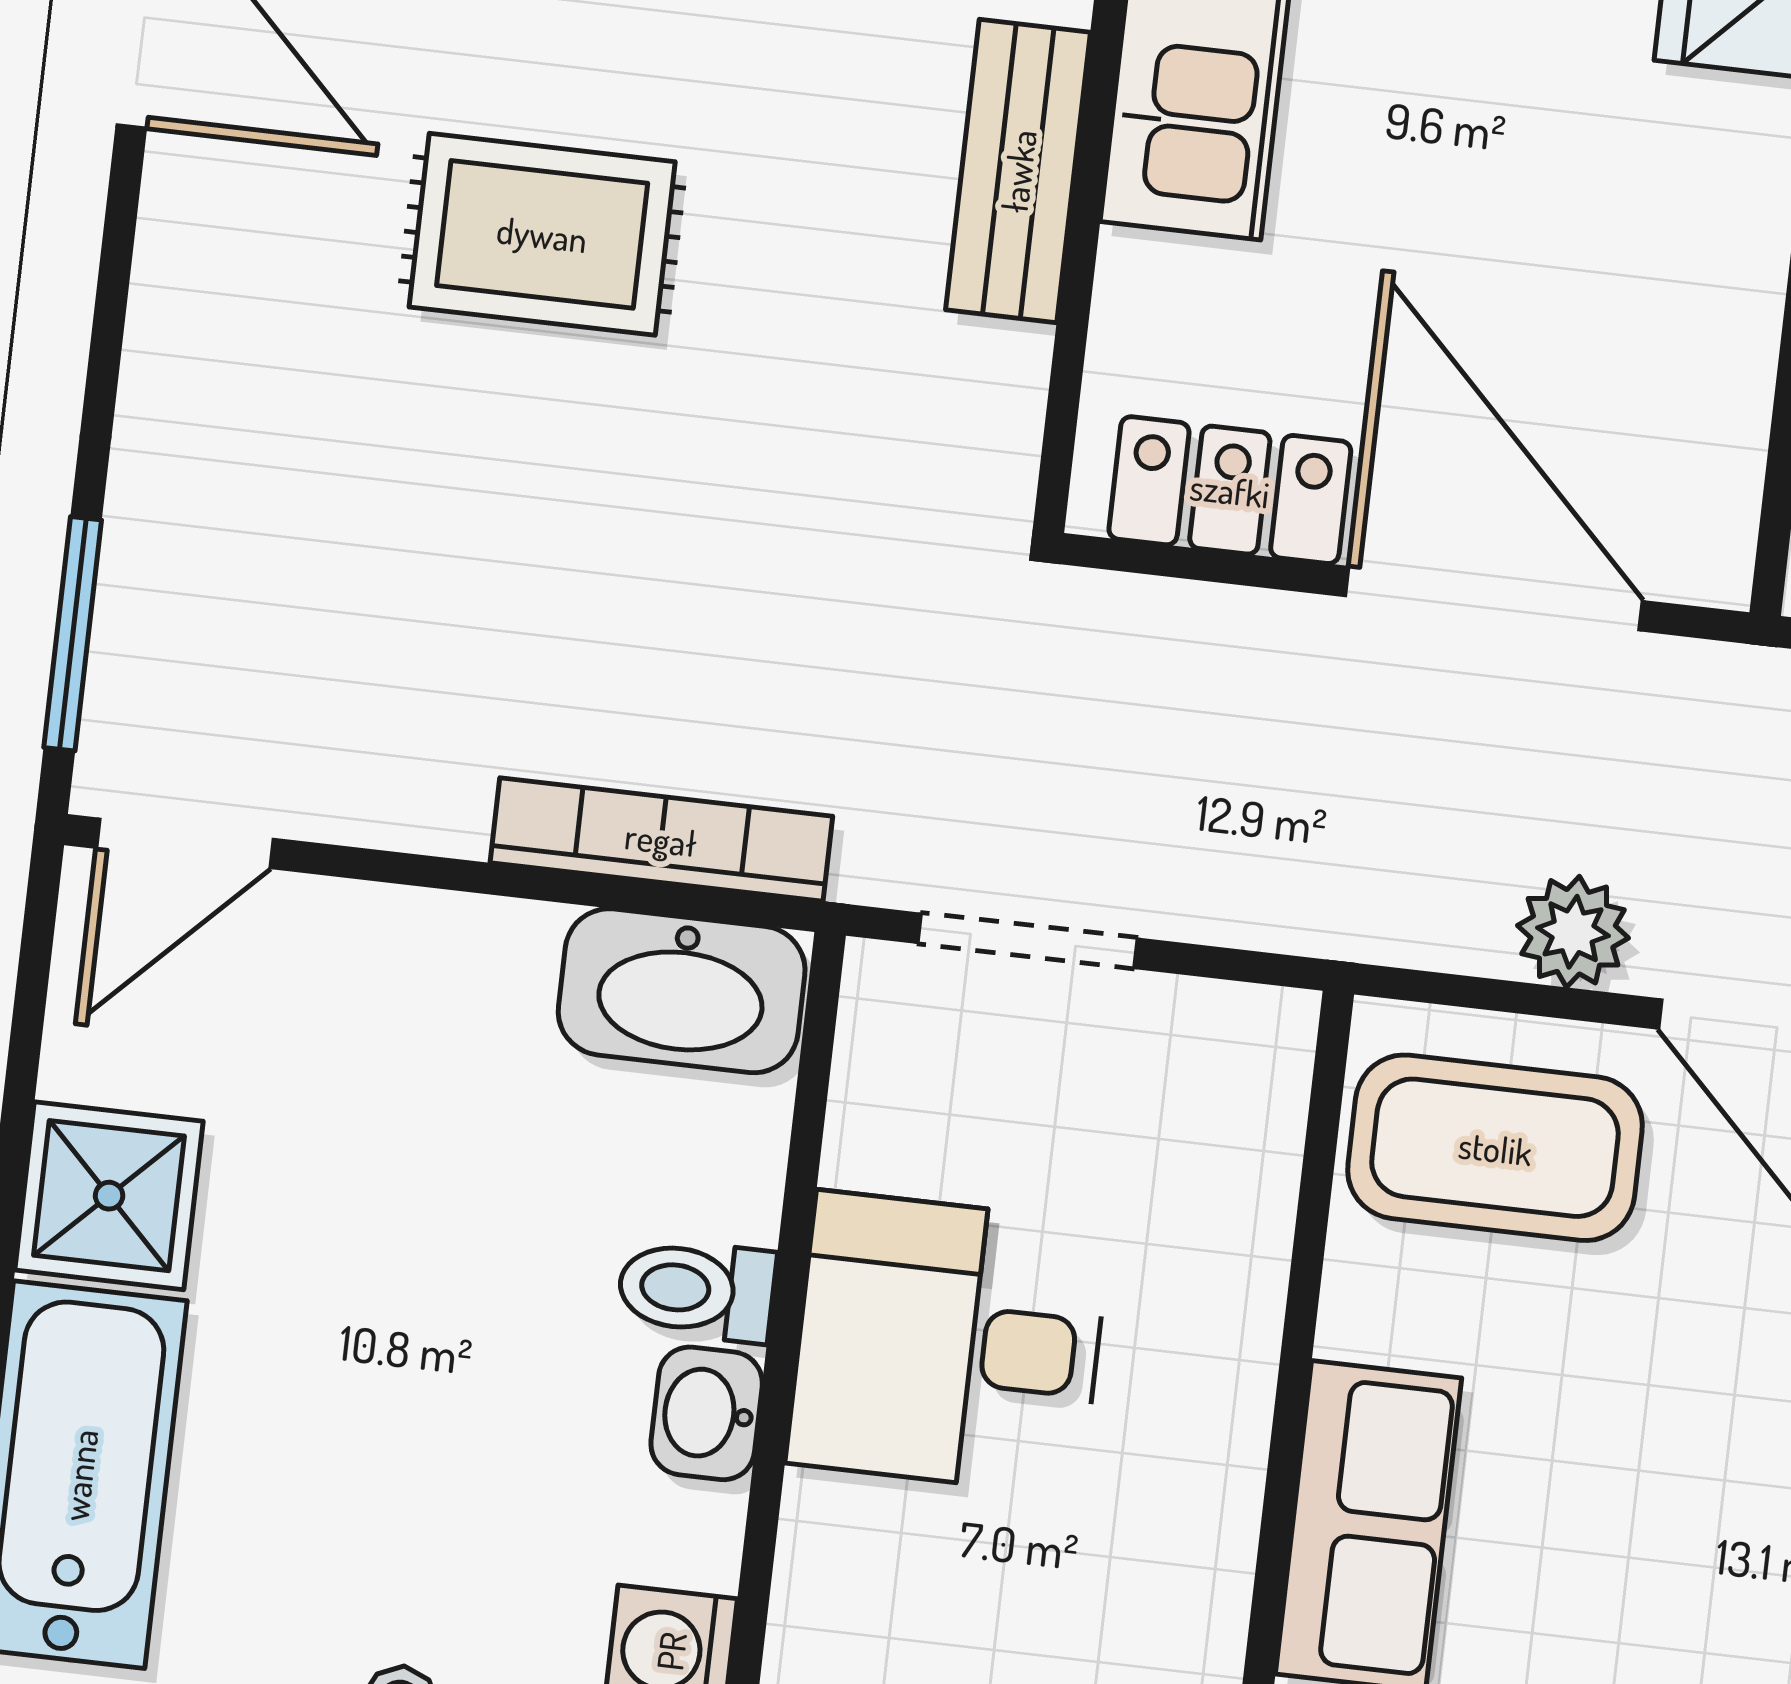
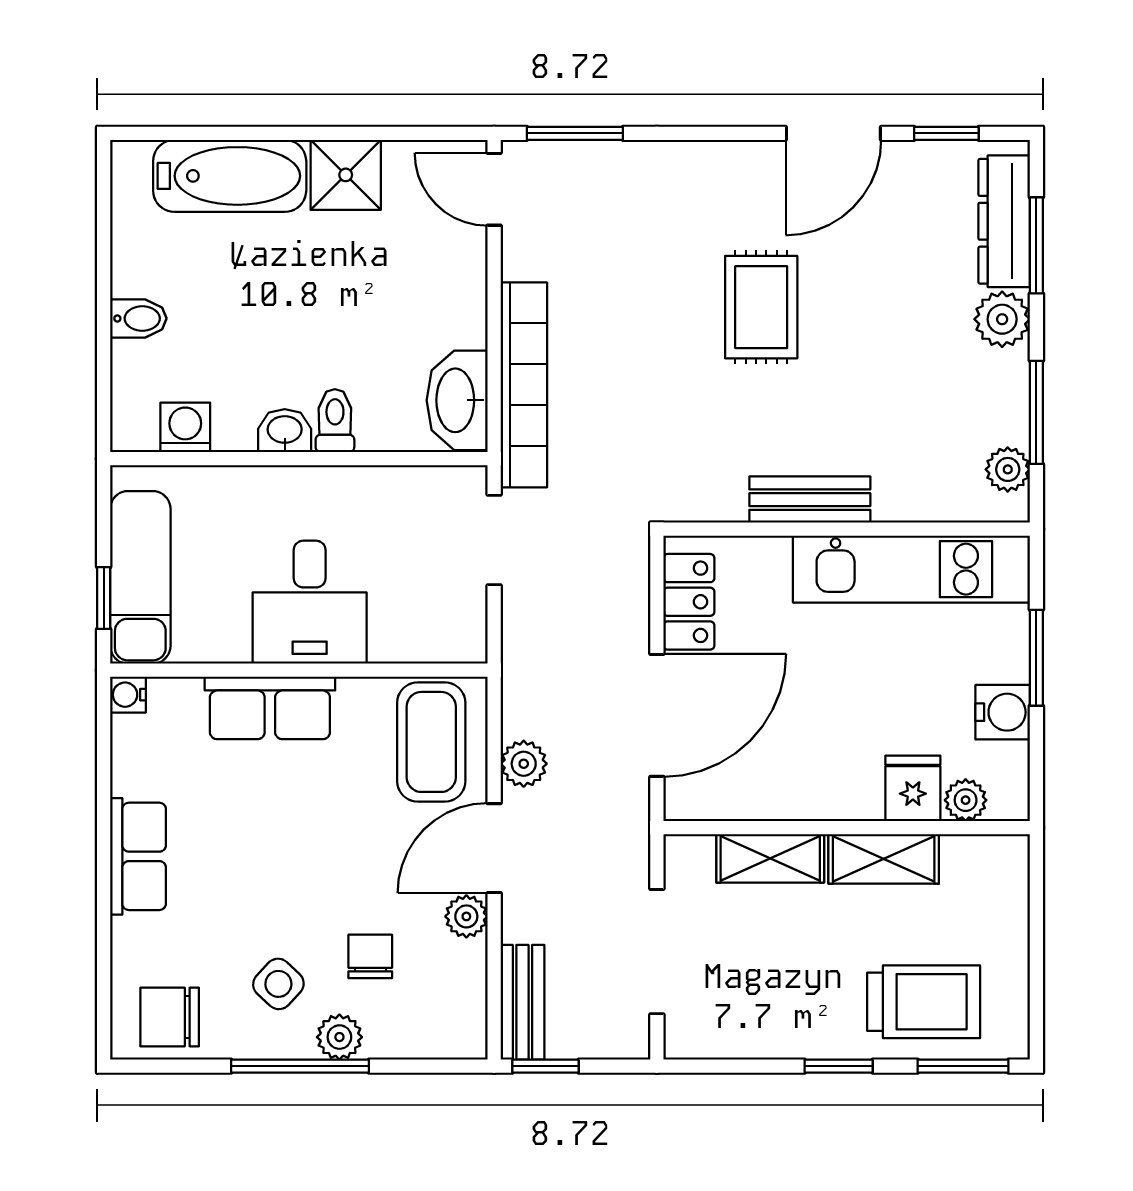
bookcase: (661, 839) -> (524, 385), width x1.48, depth x1.31
desk: (948, 1343) -> (310, 602), moved, turned 180

